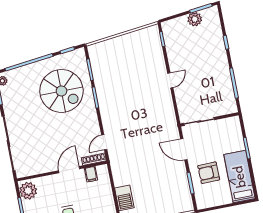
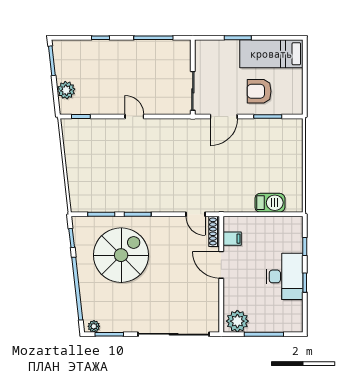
plant: (195, 19) -> (66, 90), moved
armchair: (209, 173) -> (259, 91), turned 91

